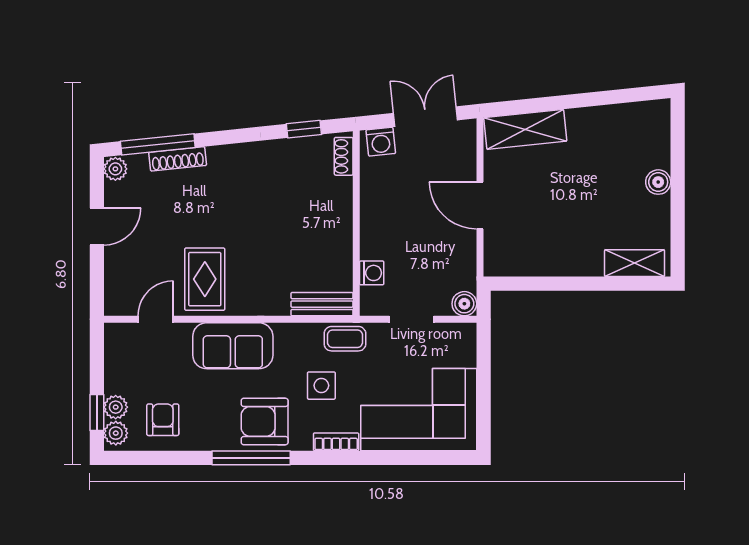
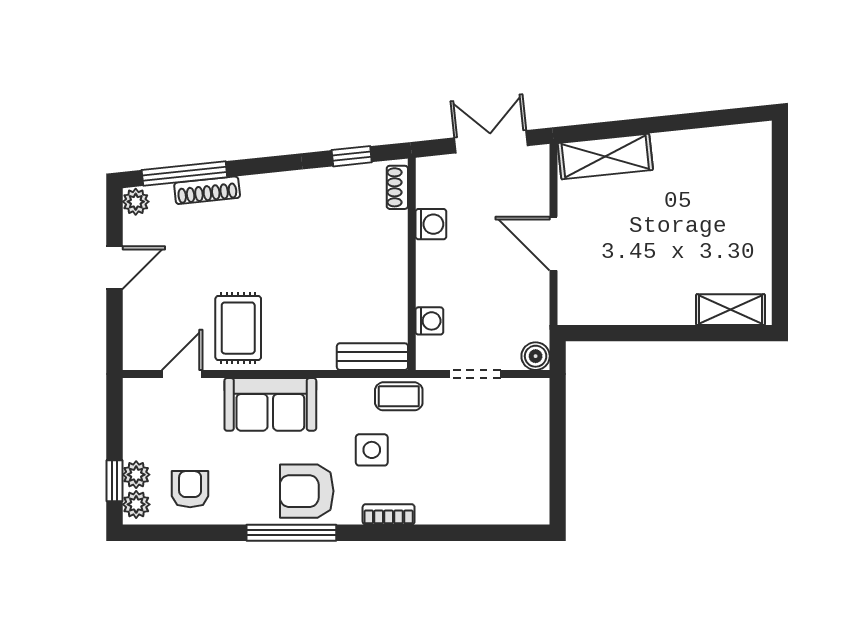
washing machine: (381, 142) -> (431, 224), moved, turned -84
boiler: (658, 182) -> (758, 217), removed
corner sofa: (419, 410) -> (483, 477), removed

